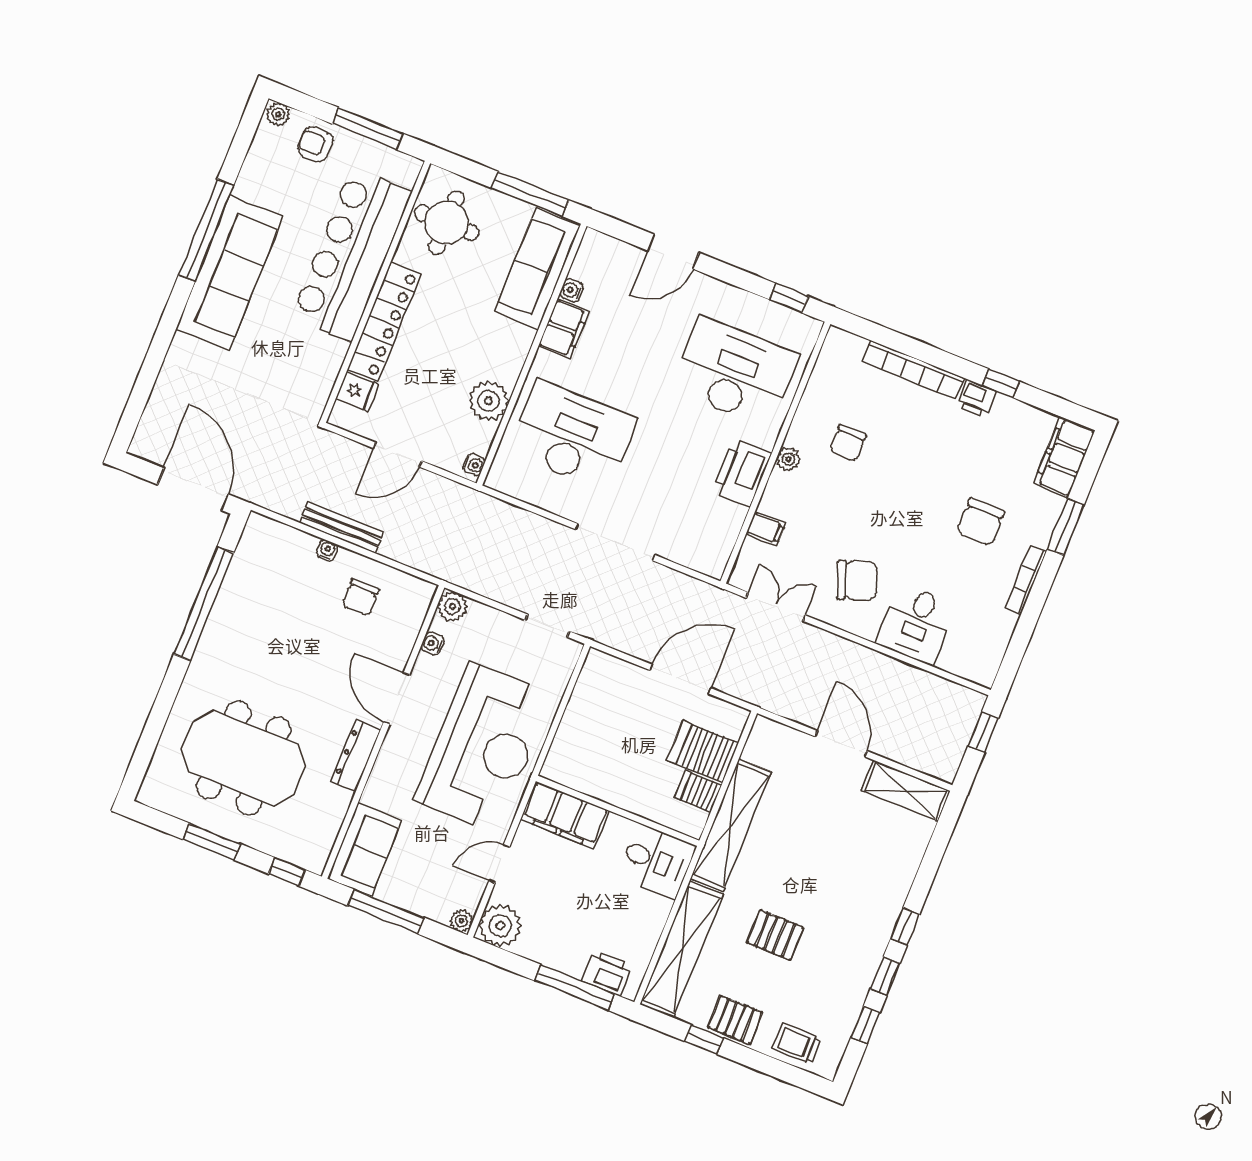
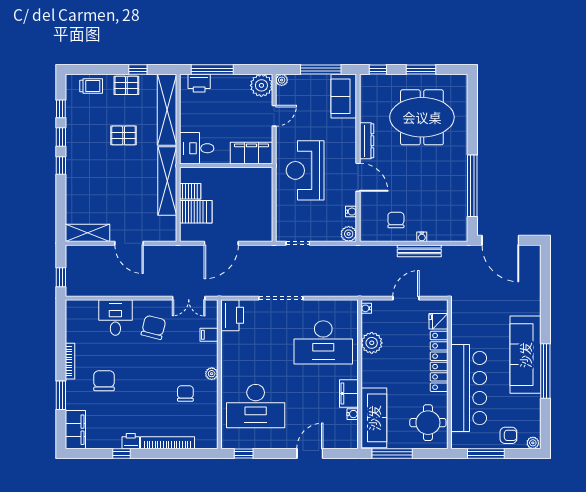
printer: (742, 473) -> (232, 315), moved
chair: (857, 580) -> (153, 327), turned 124
reception desk: (484, 747) -> (305, 170), width x0.74, depth x0.77

